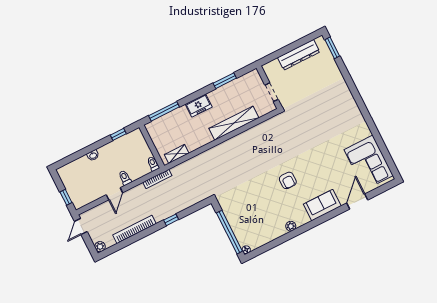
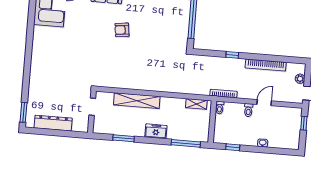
armchair: (288, 180) -> (122, 30), turned -97
plant: (100, 247) -> (300, 79), moved

